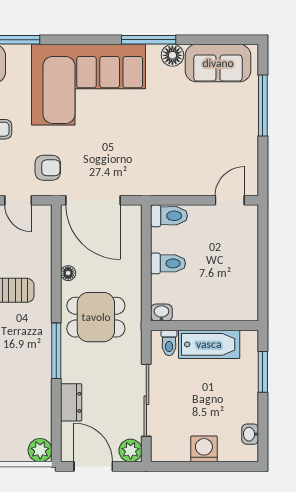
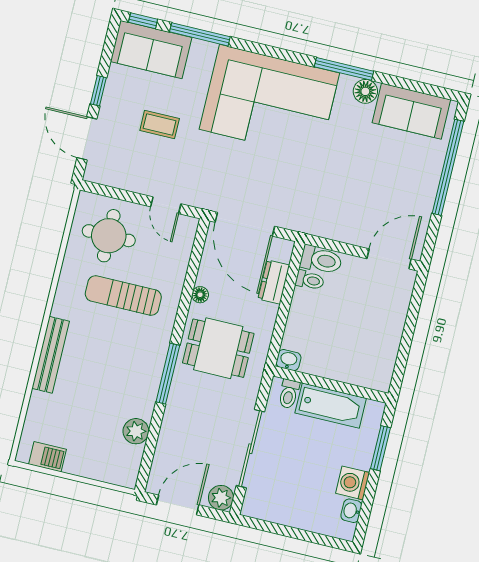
window: (263, 106) -> (448, 167), width x1.46
armchair: (48, 168) -> (205, 178), removed
door: (230, 200) -> (389, 259), width x1.38
toilet: (168, 263) -> (310, 280), moved, width x0.73, depth x0.72
dresser: (71, 402) -> (274, 282), moved, turned 180
washing machine: (204, 449) -> (353, 483), moved, turned -90
plant: (40, 450) -> (136, 431), moved
door: (93, 466) -> (178, 505), hinge flipped

